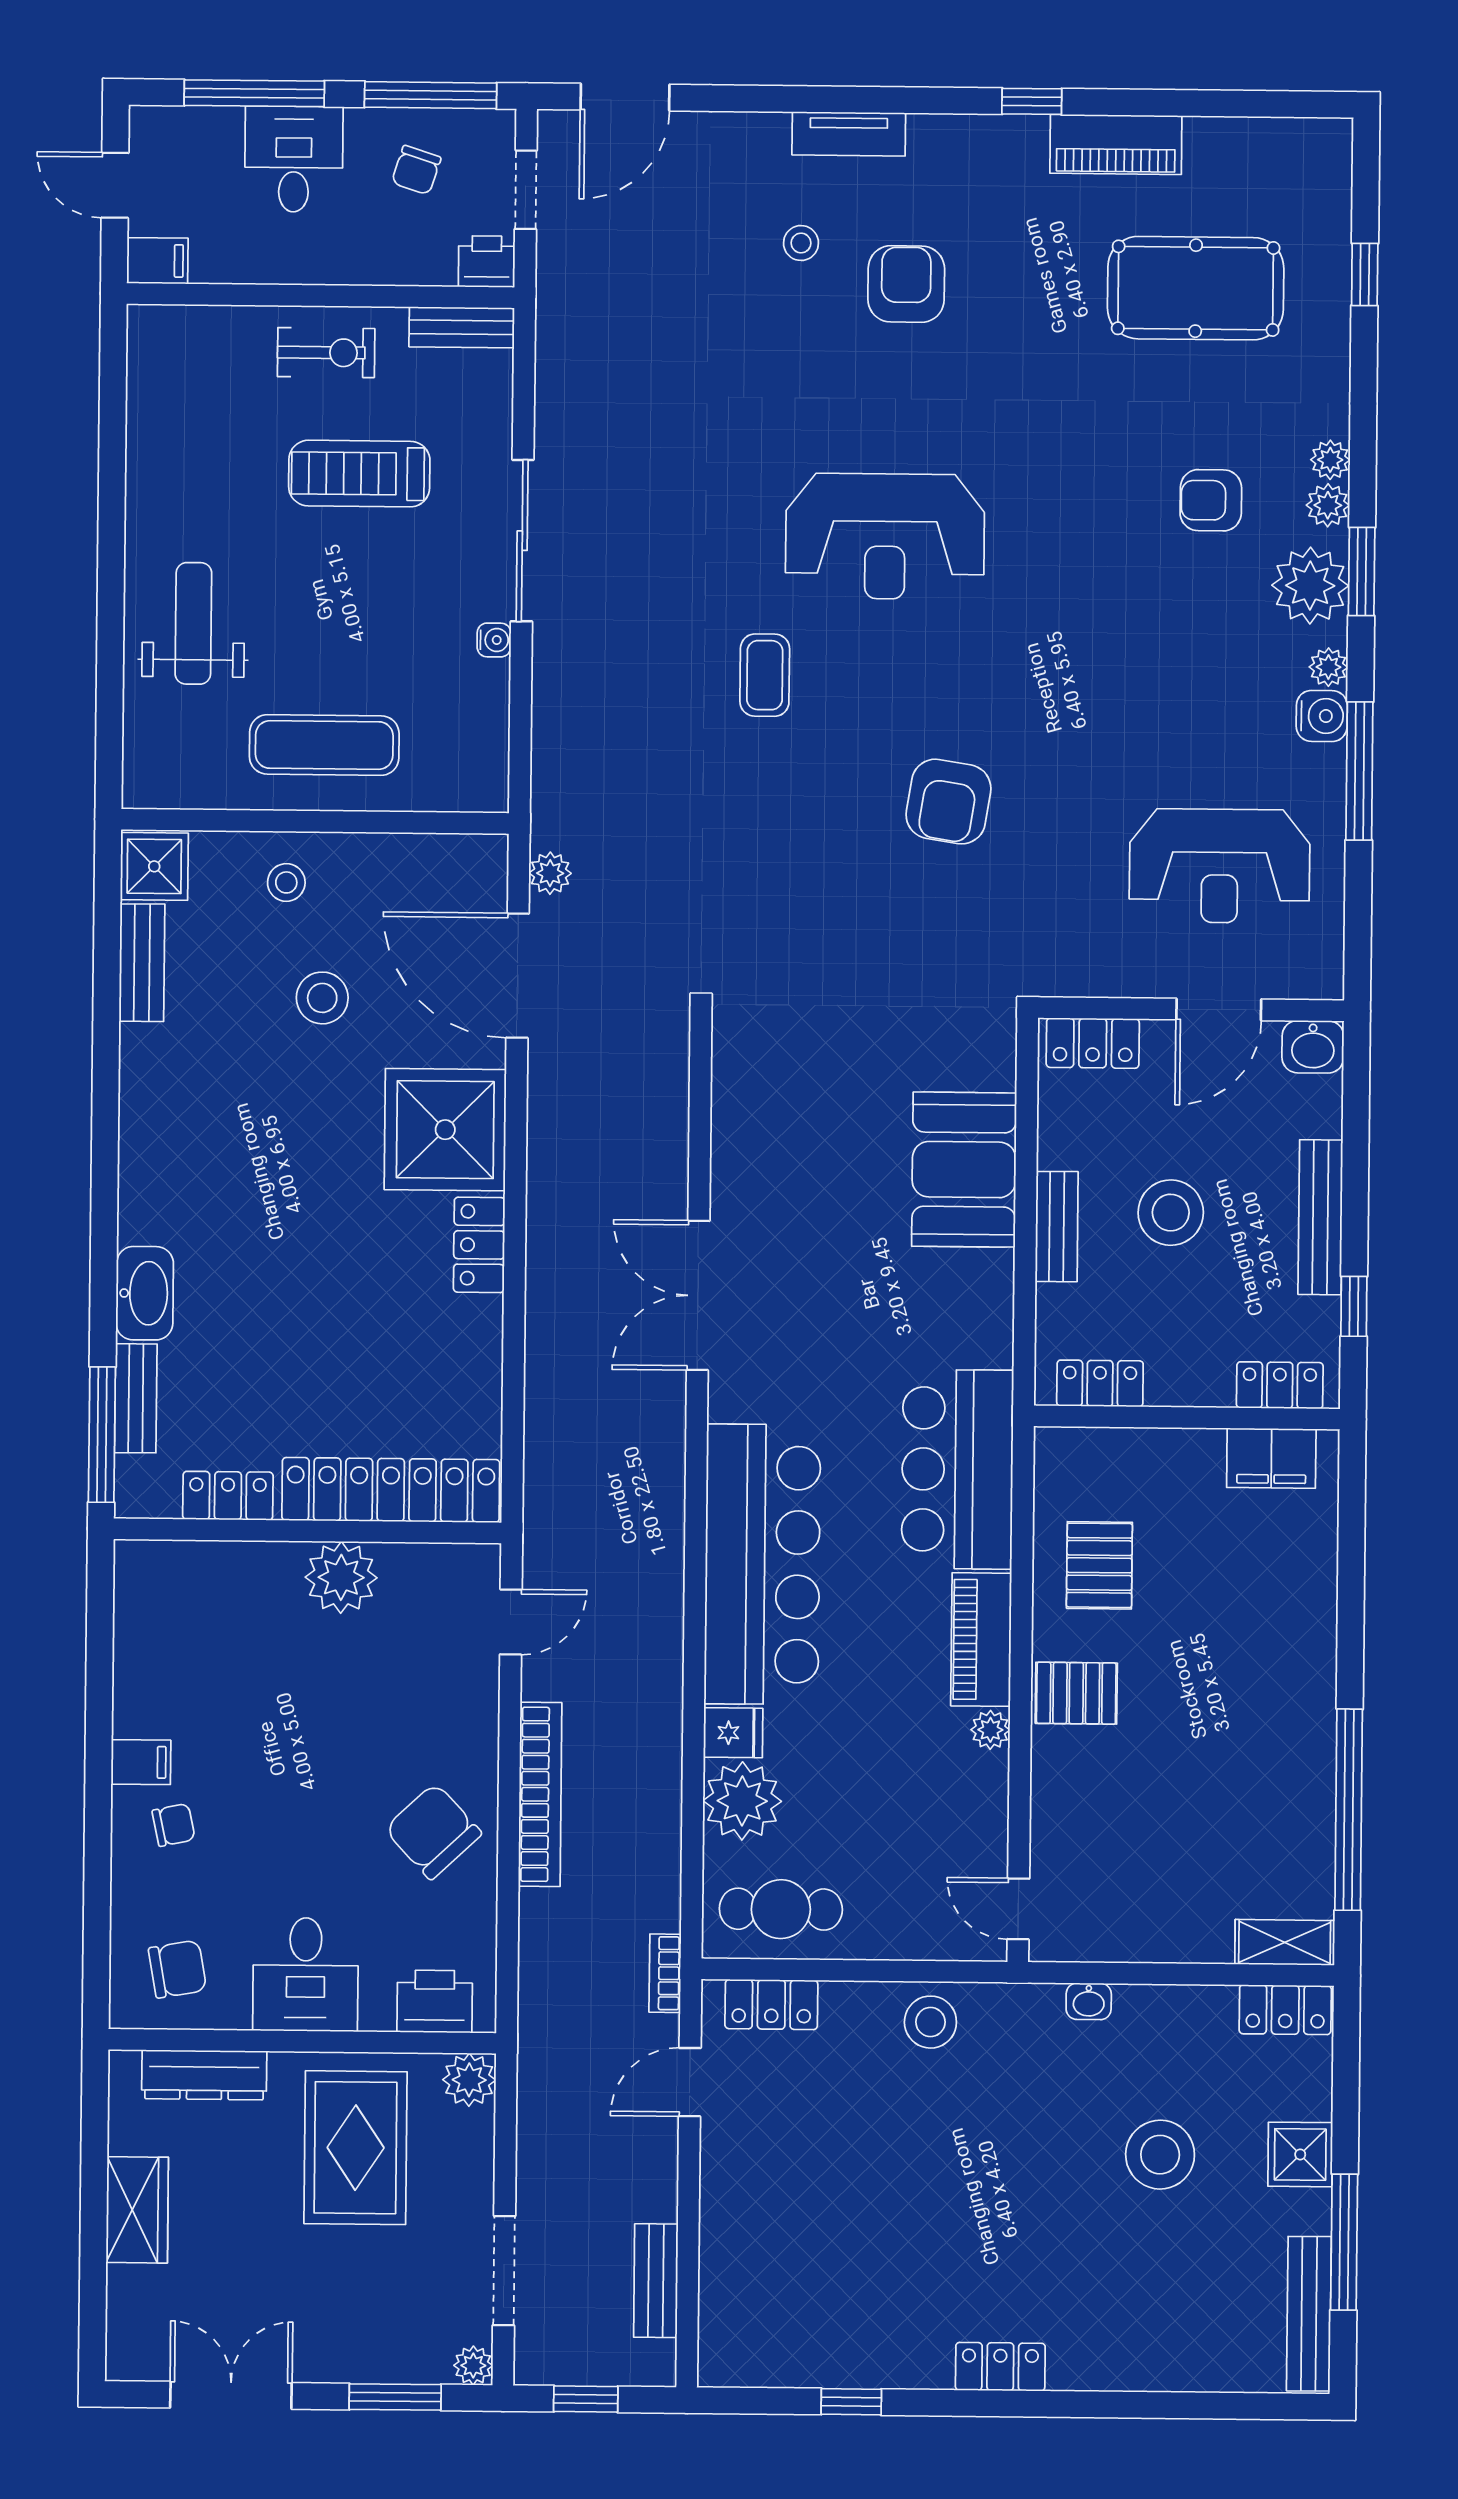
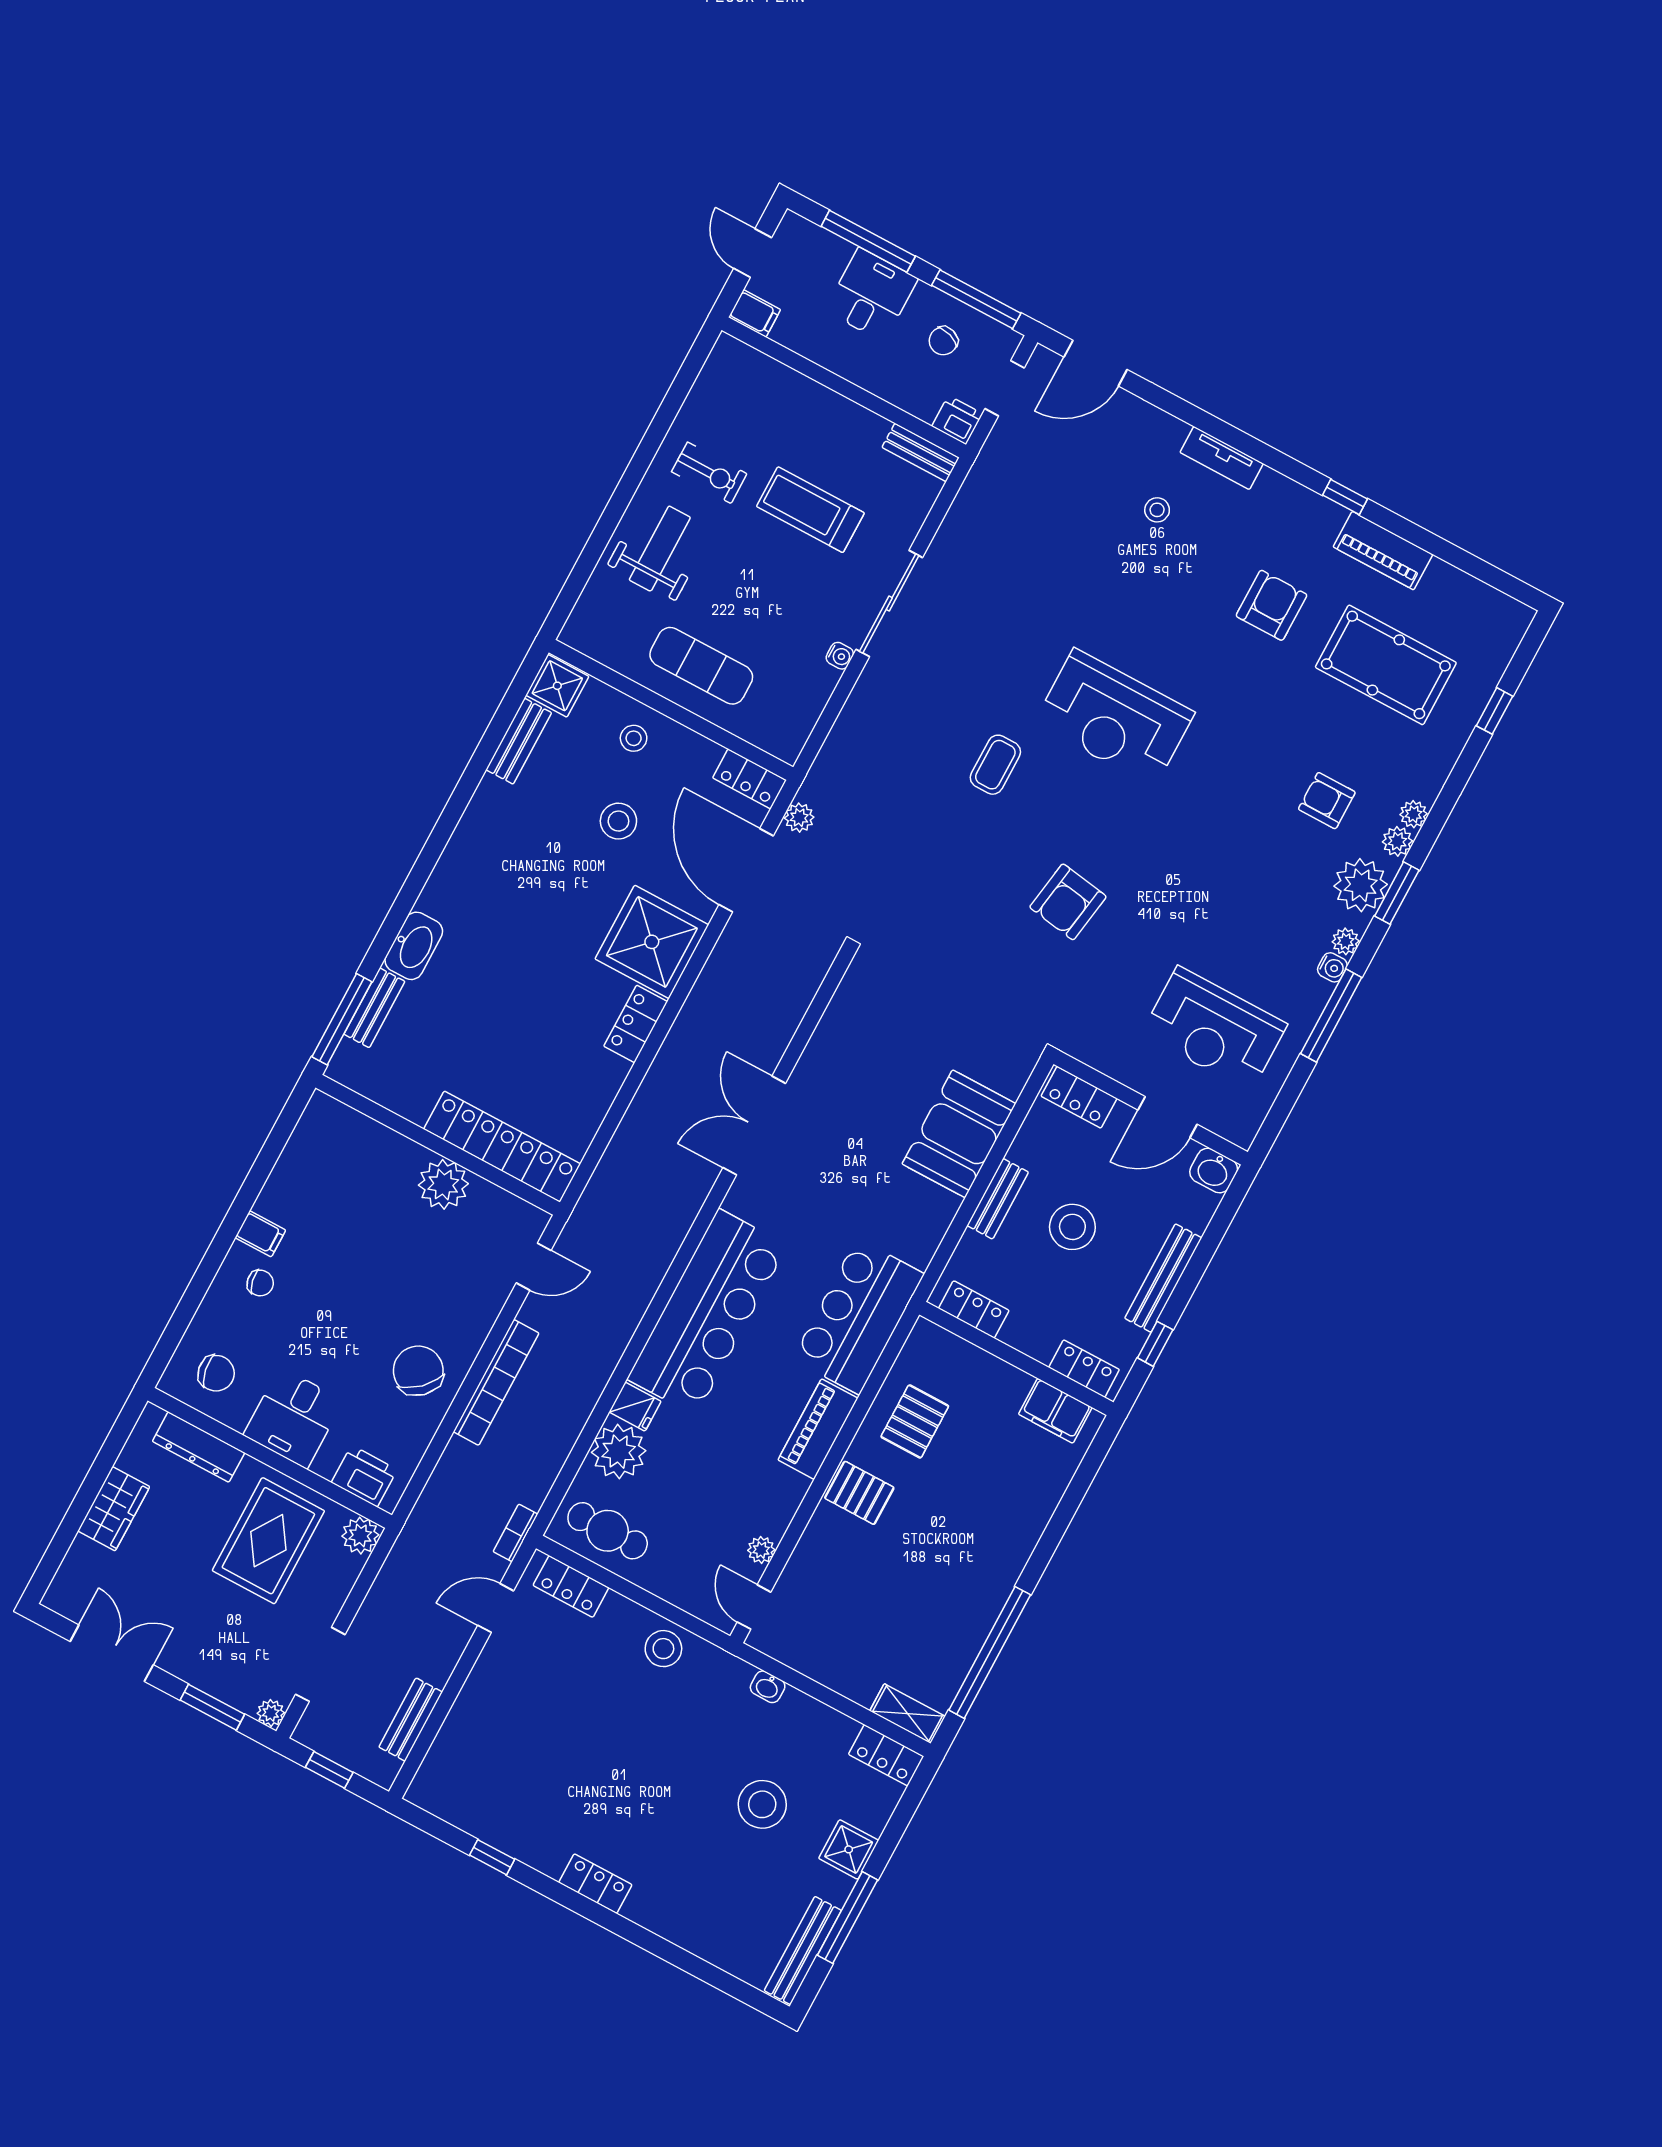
armchair: (906, 284) -> (1271, 605), moved
exercise bike: (326, 353) -> (709, 473), moved
water cooler: (1322, 716) -> (1332, 967), width x0.72, depth x0.72
locker: (228, 1496) -> (749, 779), moved, turned 180
plant: (990, 1730) -> (761, 1550), moved

